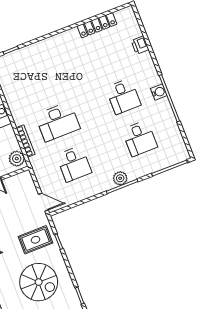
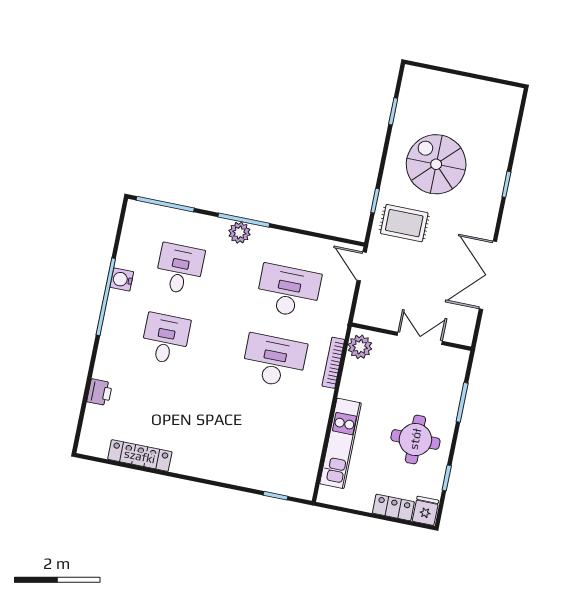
water cooler: (159, 92) -> (122, 279), moved
desk: (74, 164) -> (288, 291), width x1.37

